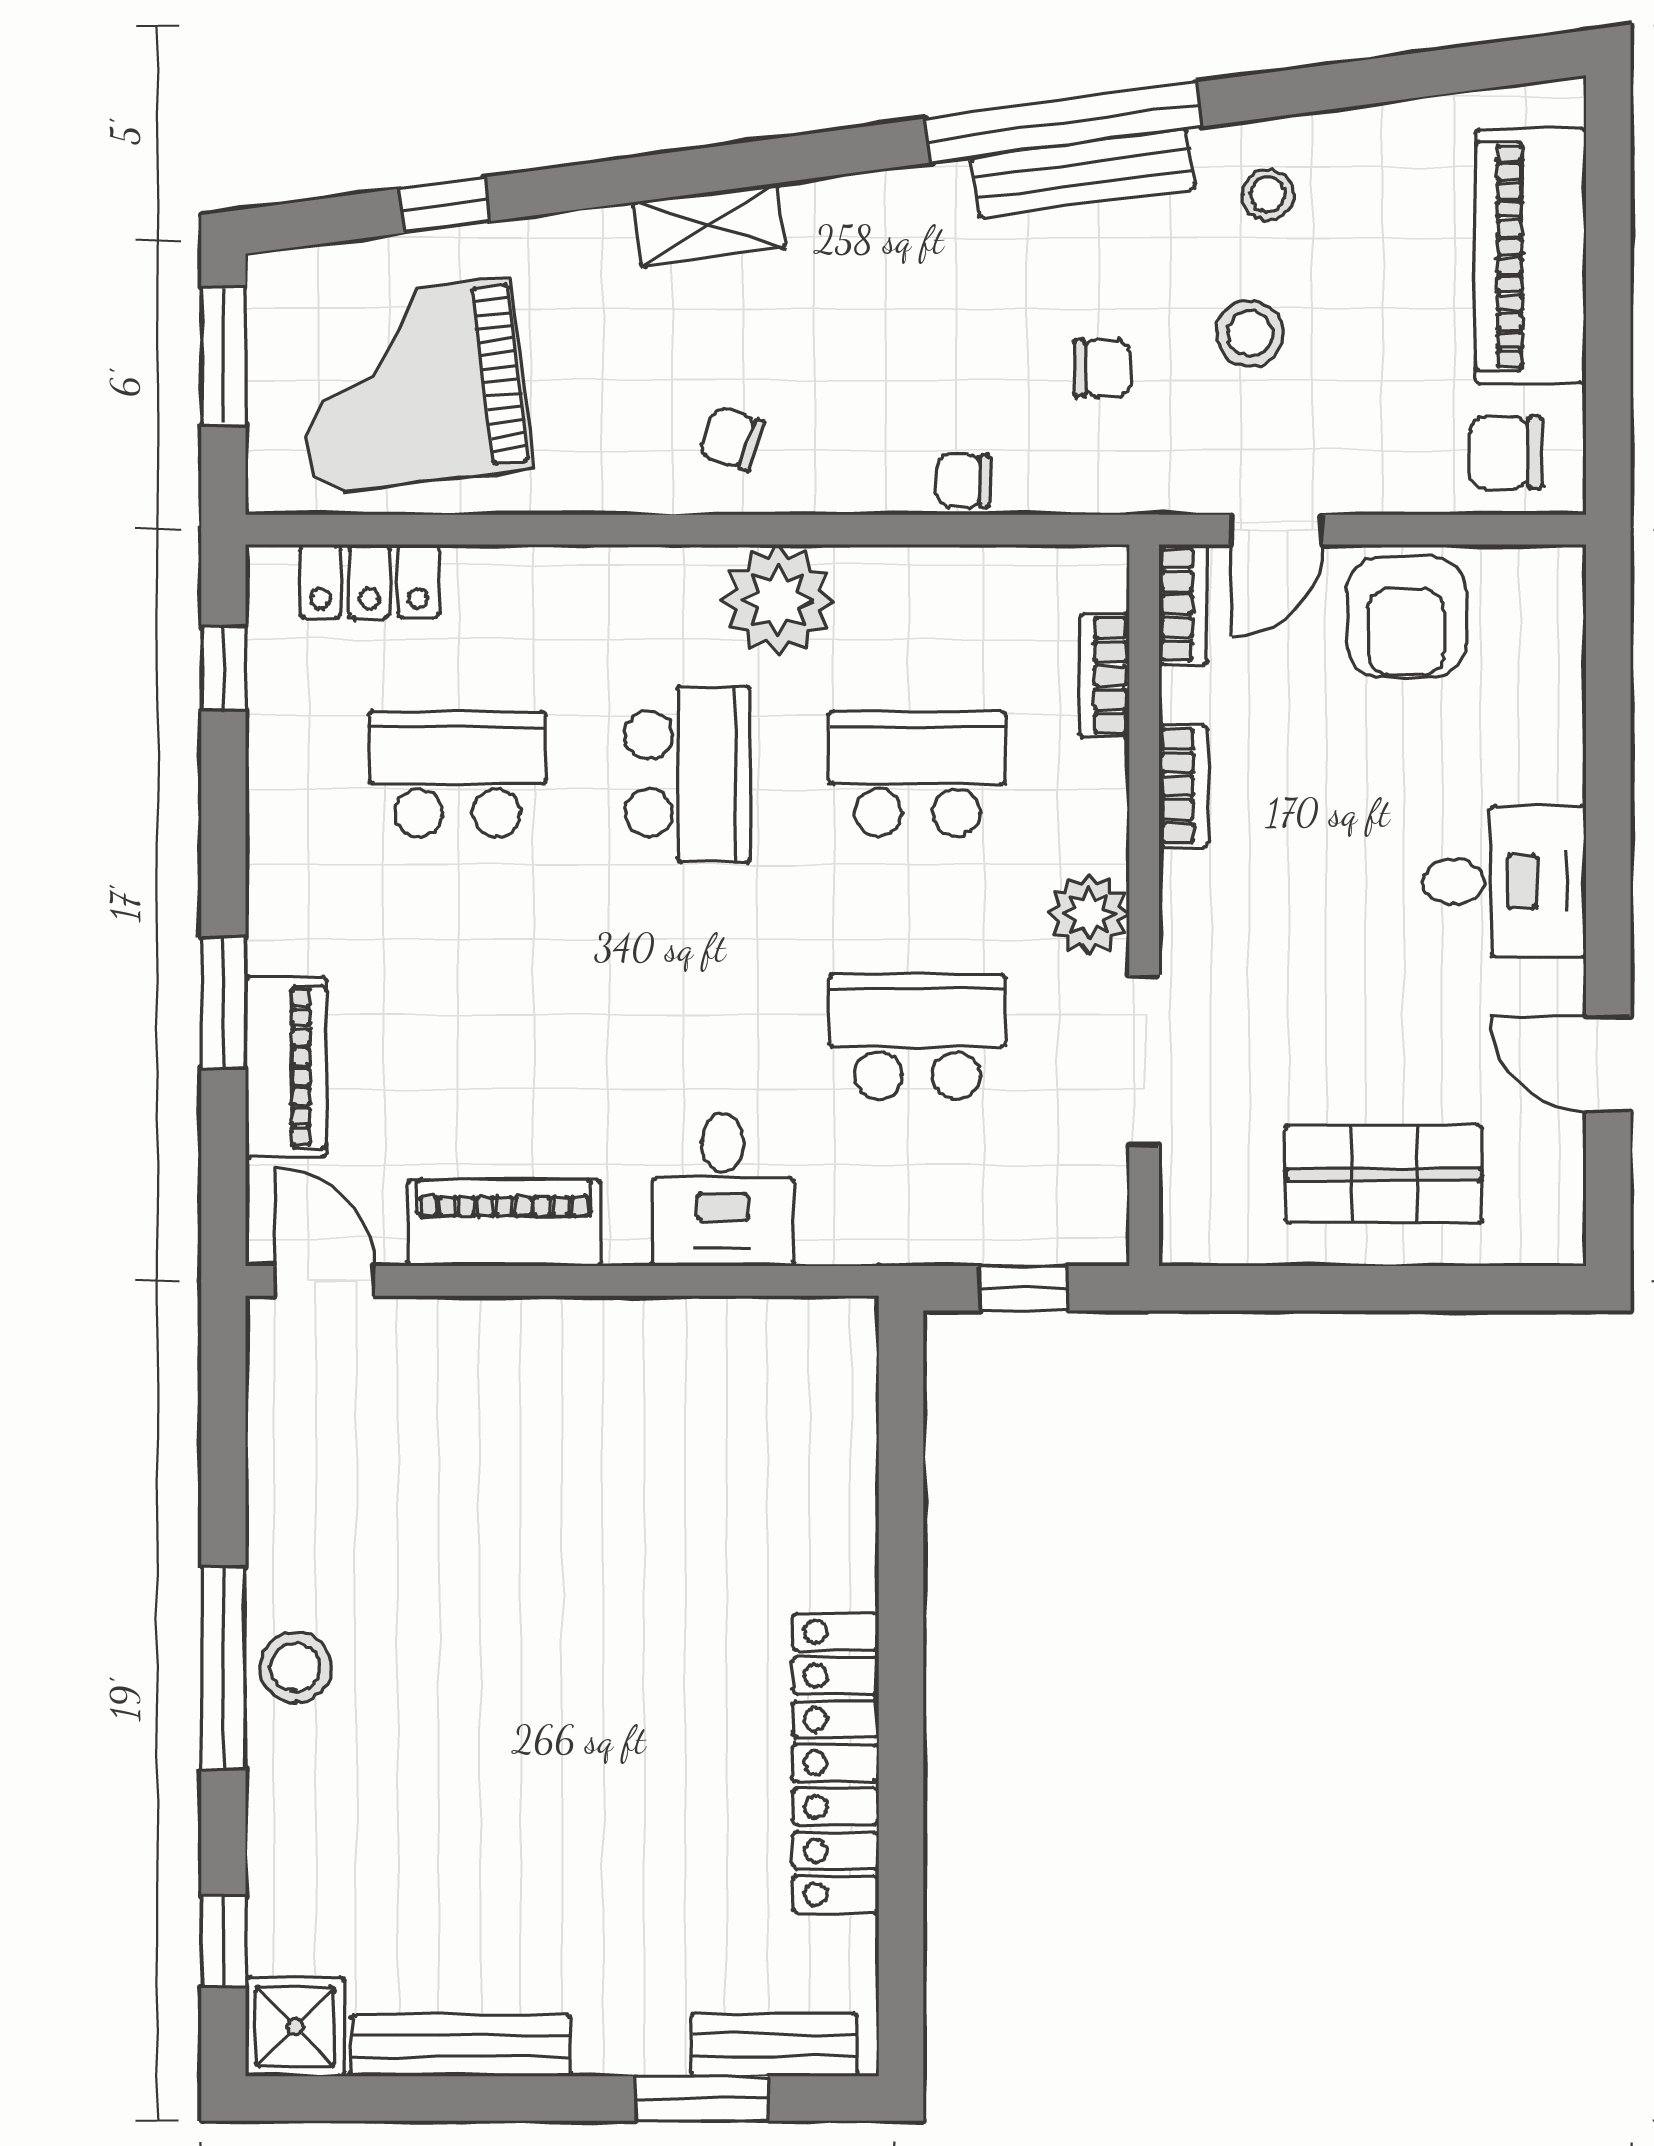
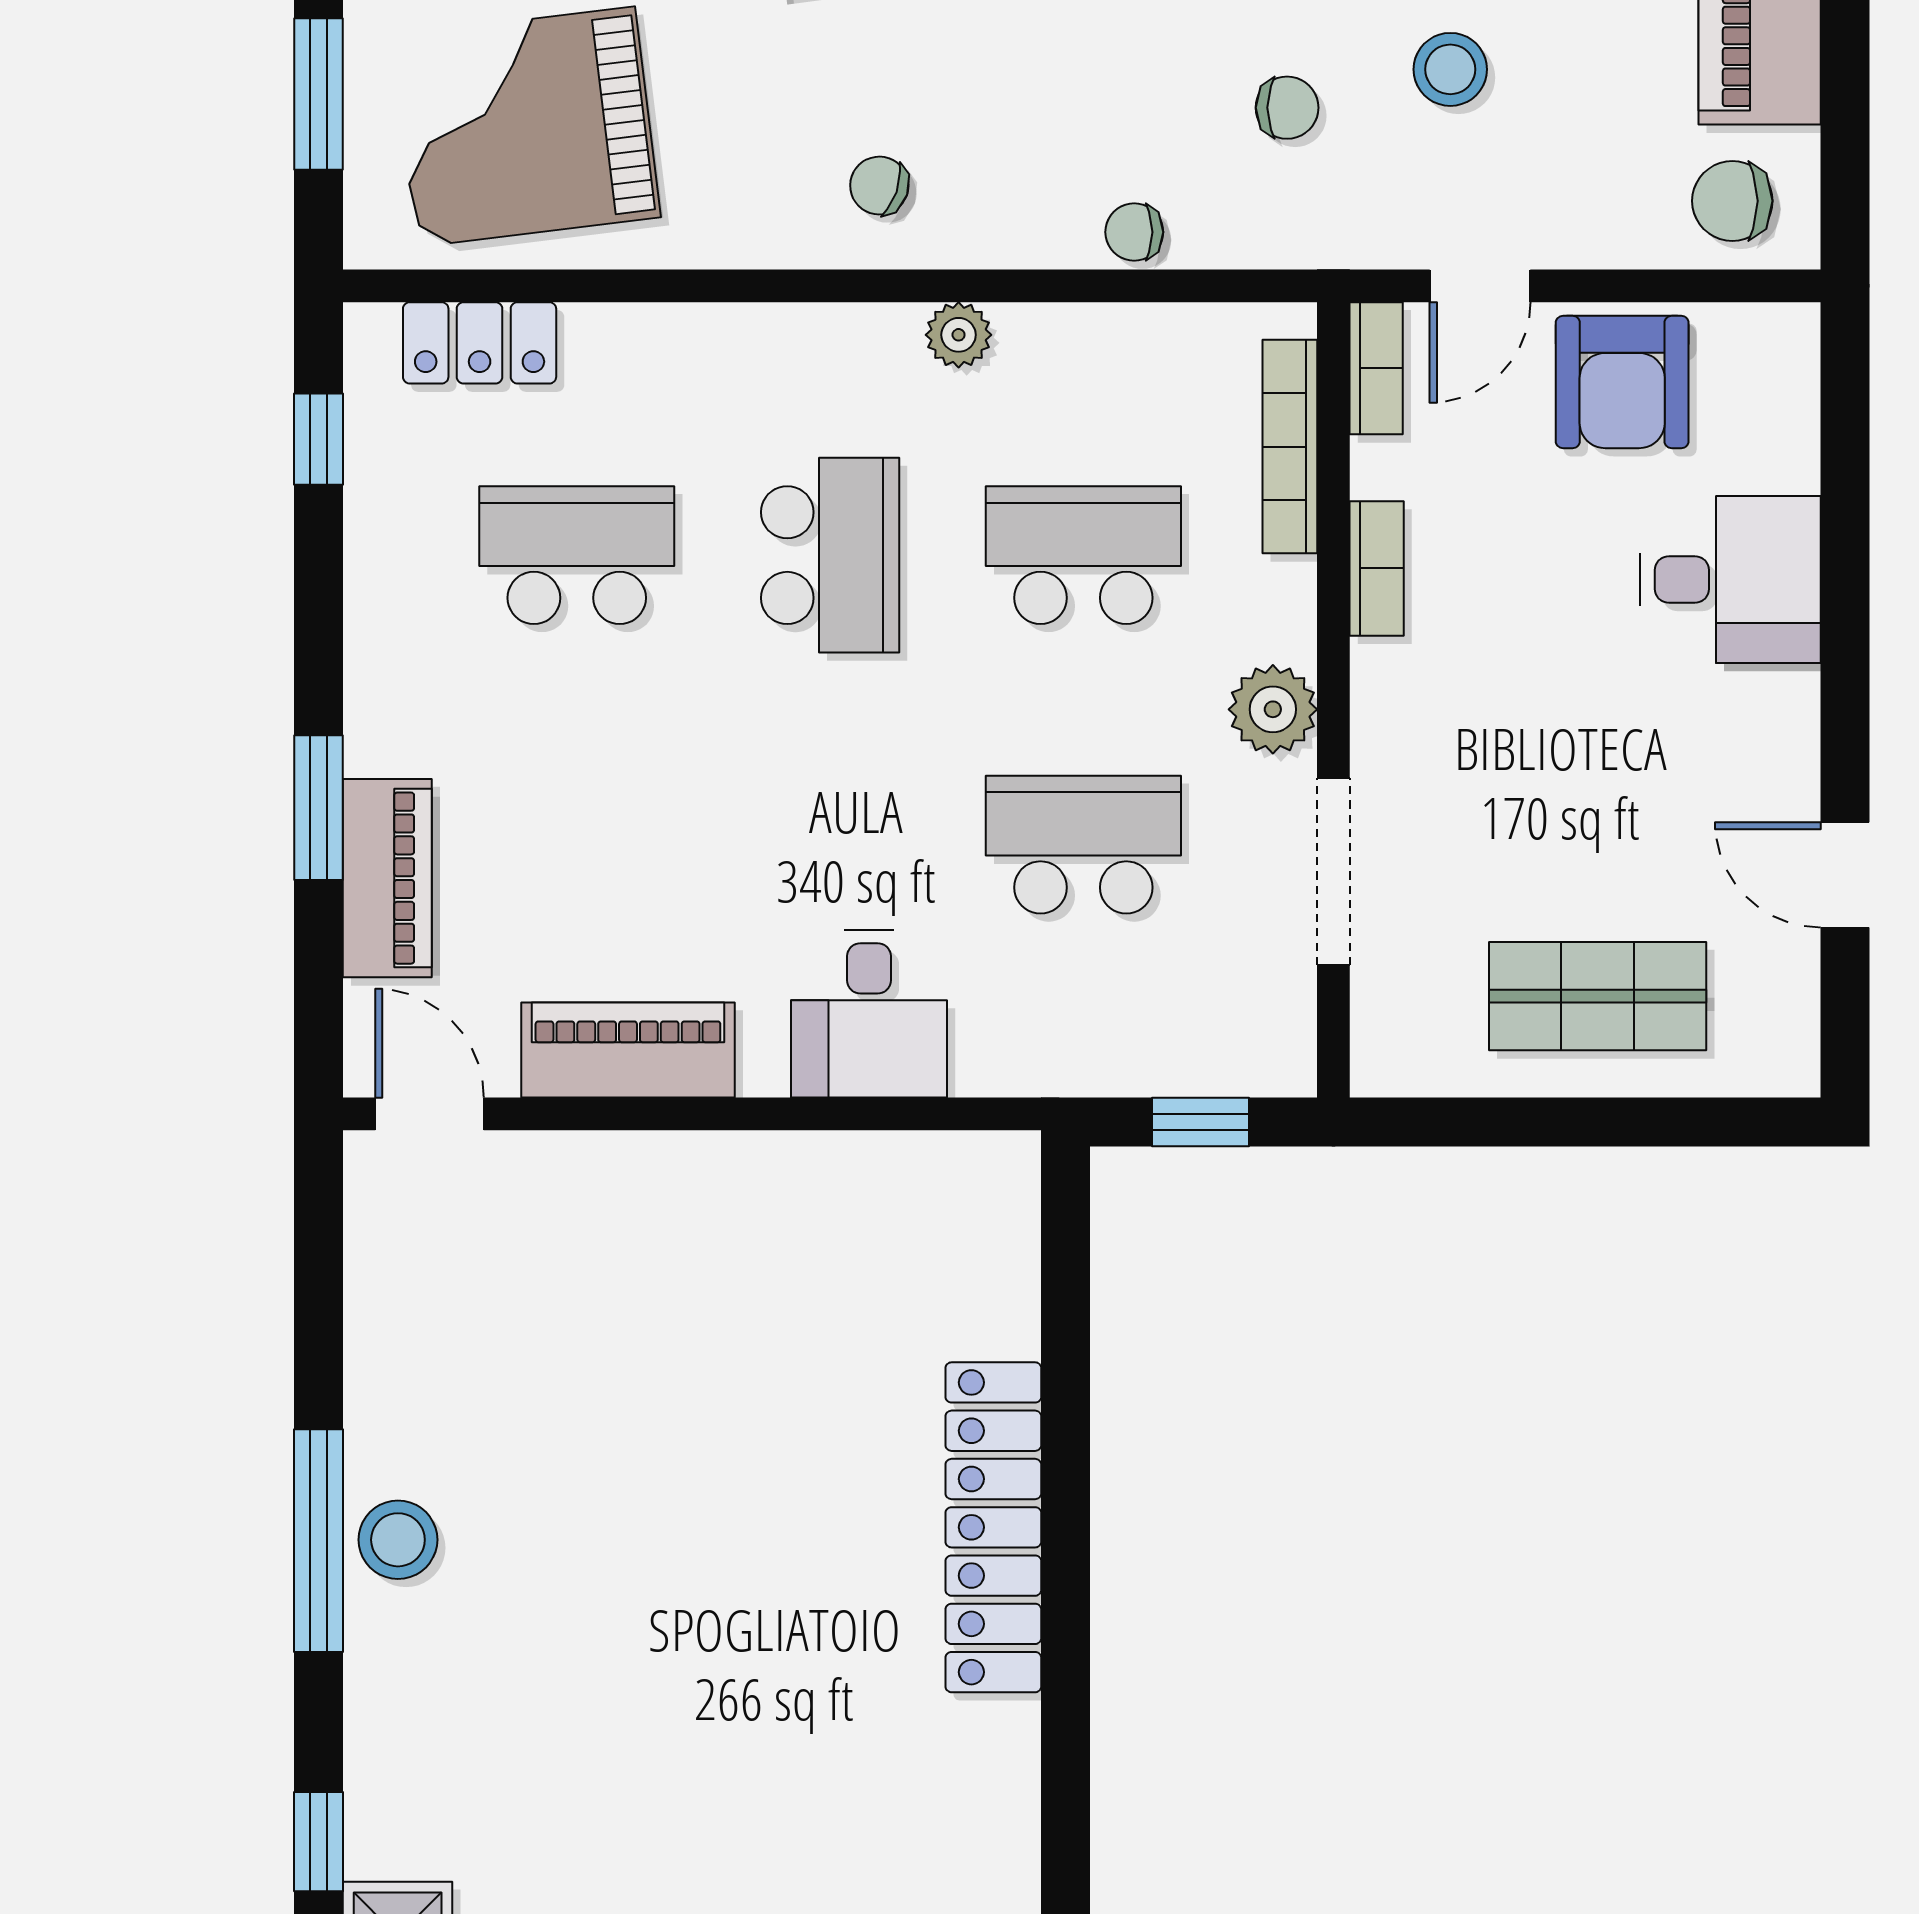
plant: (778, 600) -> (959, 335), width x0.53, depth x0.53
bookcase: (1105, 675) -> (1290, 447), width x1.56
desk: (1504, 881) -> (1731, 579), moved
locker: (836, 1763) -> (993, 1527), moved

